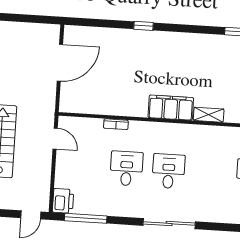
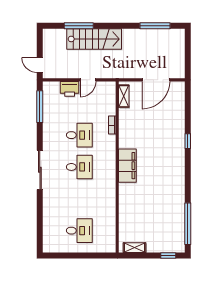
door: (60, 63) -> (156, 80), hinge flipped
shelving: (209, 115) -> (124, 96), moved
door: (55, 139) -> (88, 80), moved
printer: (63, 201) -> (70, 89), moved

